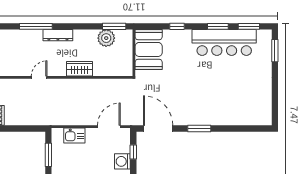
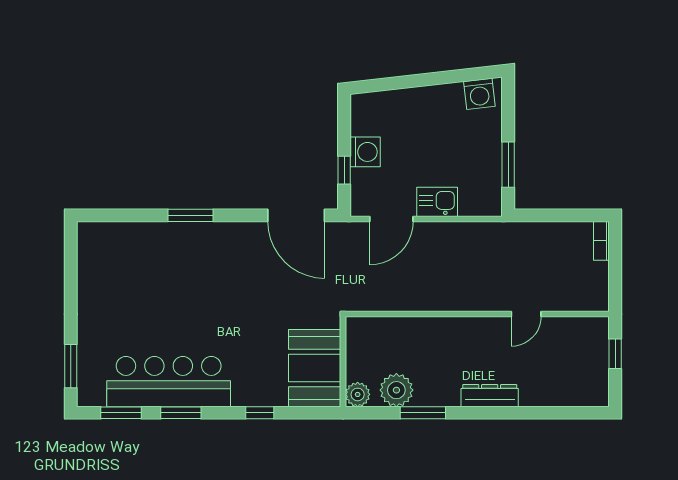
window: (36, 26) -> (532, 413), removed
window: (114, 26) -> (423, 413), moved
plant: (126, 36) -> (358, 394), added
wardrobe: (79, 69) -> (448, 331), removed
window: (199, 129) -> (191, 215), moved
kitchen sink: (74, 136) -> (437, 202), moved

